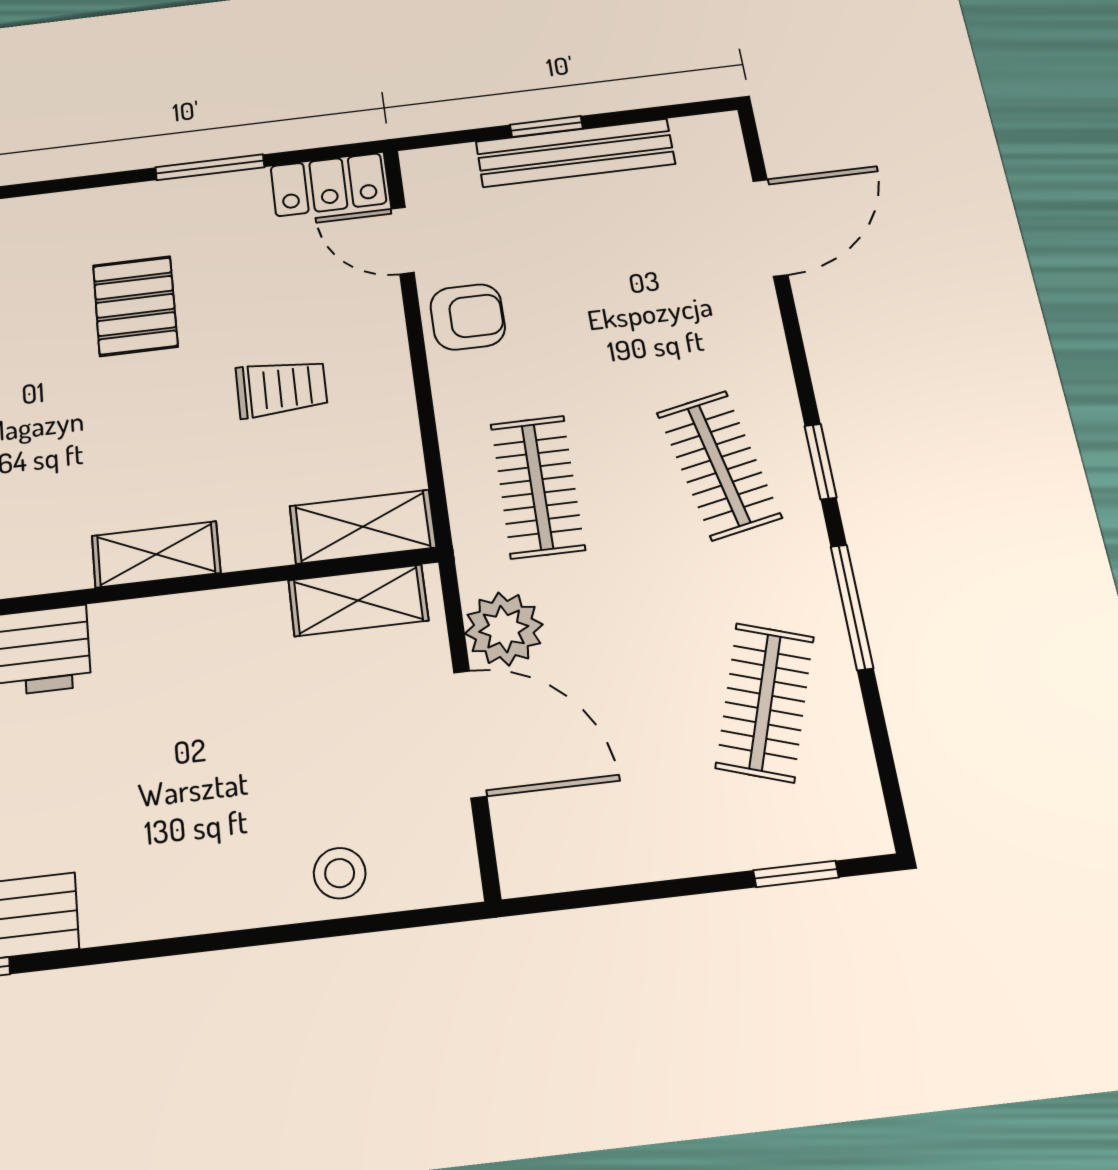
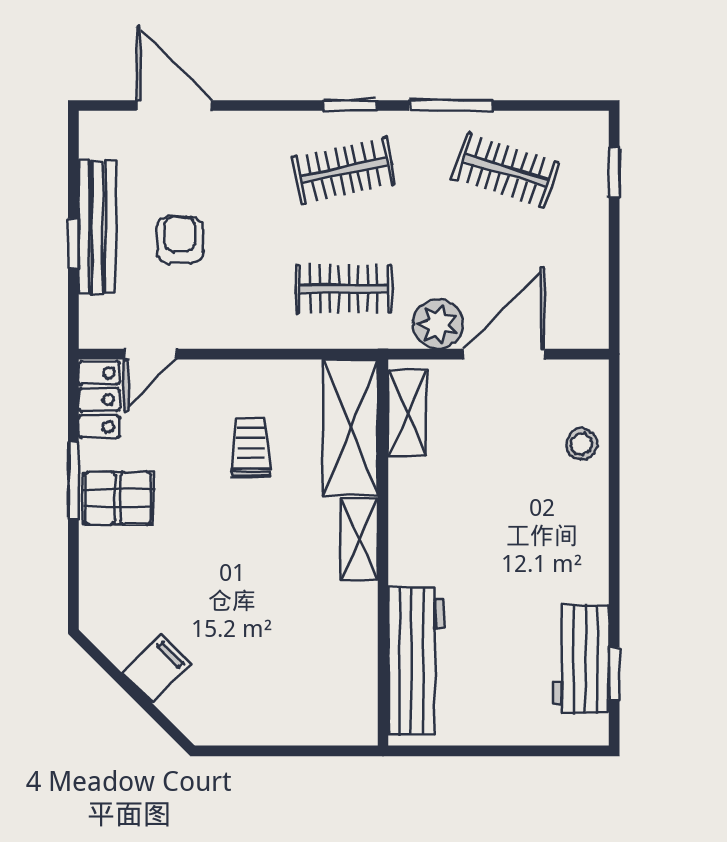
pallet: (135, 306) -> (118, 498), moved
armchair: (468, 317) -> (180, 240), moved
shelving: (363, 527) -> (350, 427), width x1.50, depth x1.33

